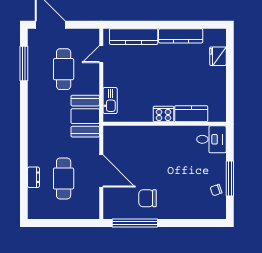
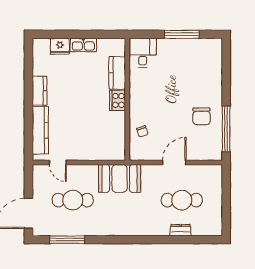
kitchen counter: (181, 36) -> (40, 91), width x0.67
kitchen sink: (110, 101) -> (83, 45), moved, turned 180
door: (101, 171) -> (174, 162), width x0.73
chair: (216, 190) -> (142, 131), moved

